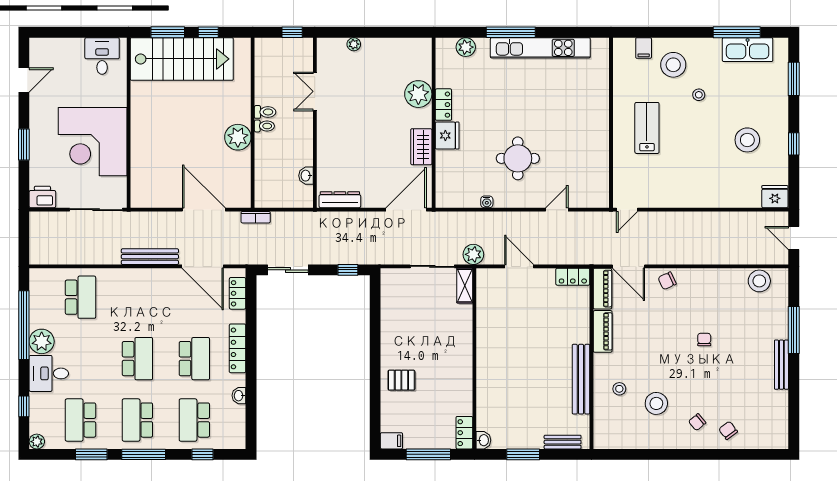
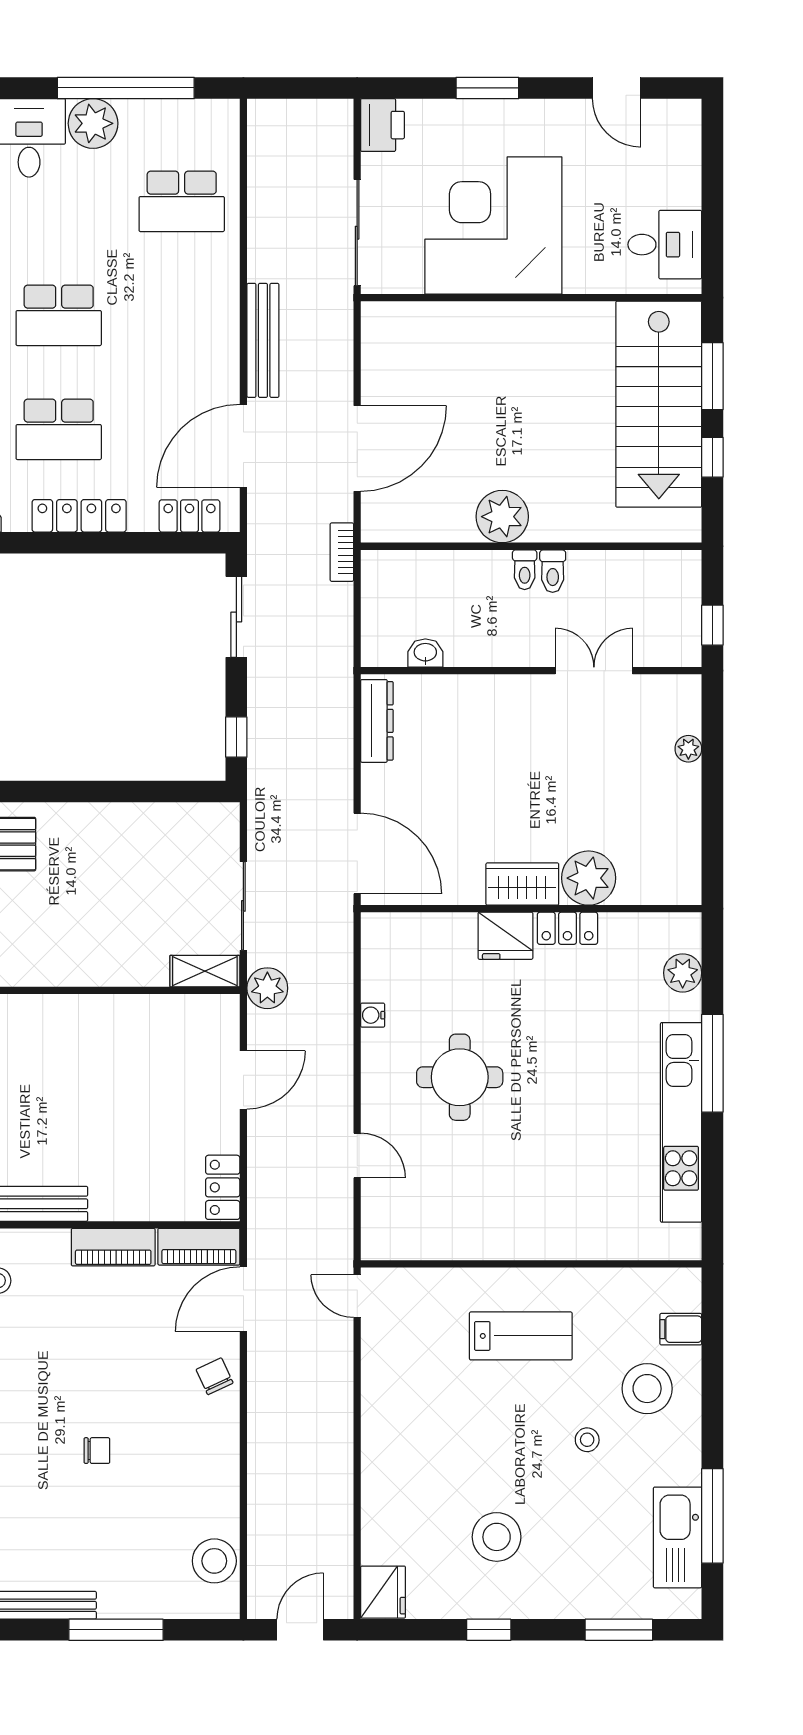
wardrobe: (421, 147) -> (522, 884), moved

